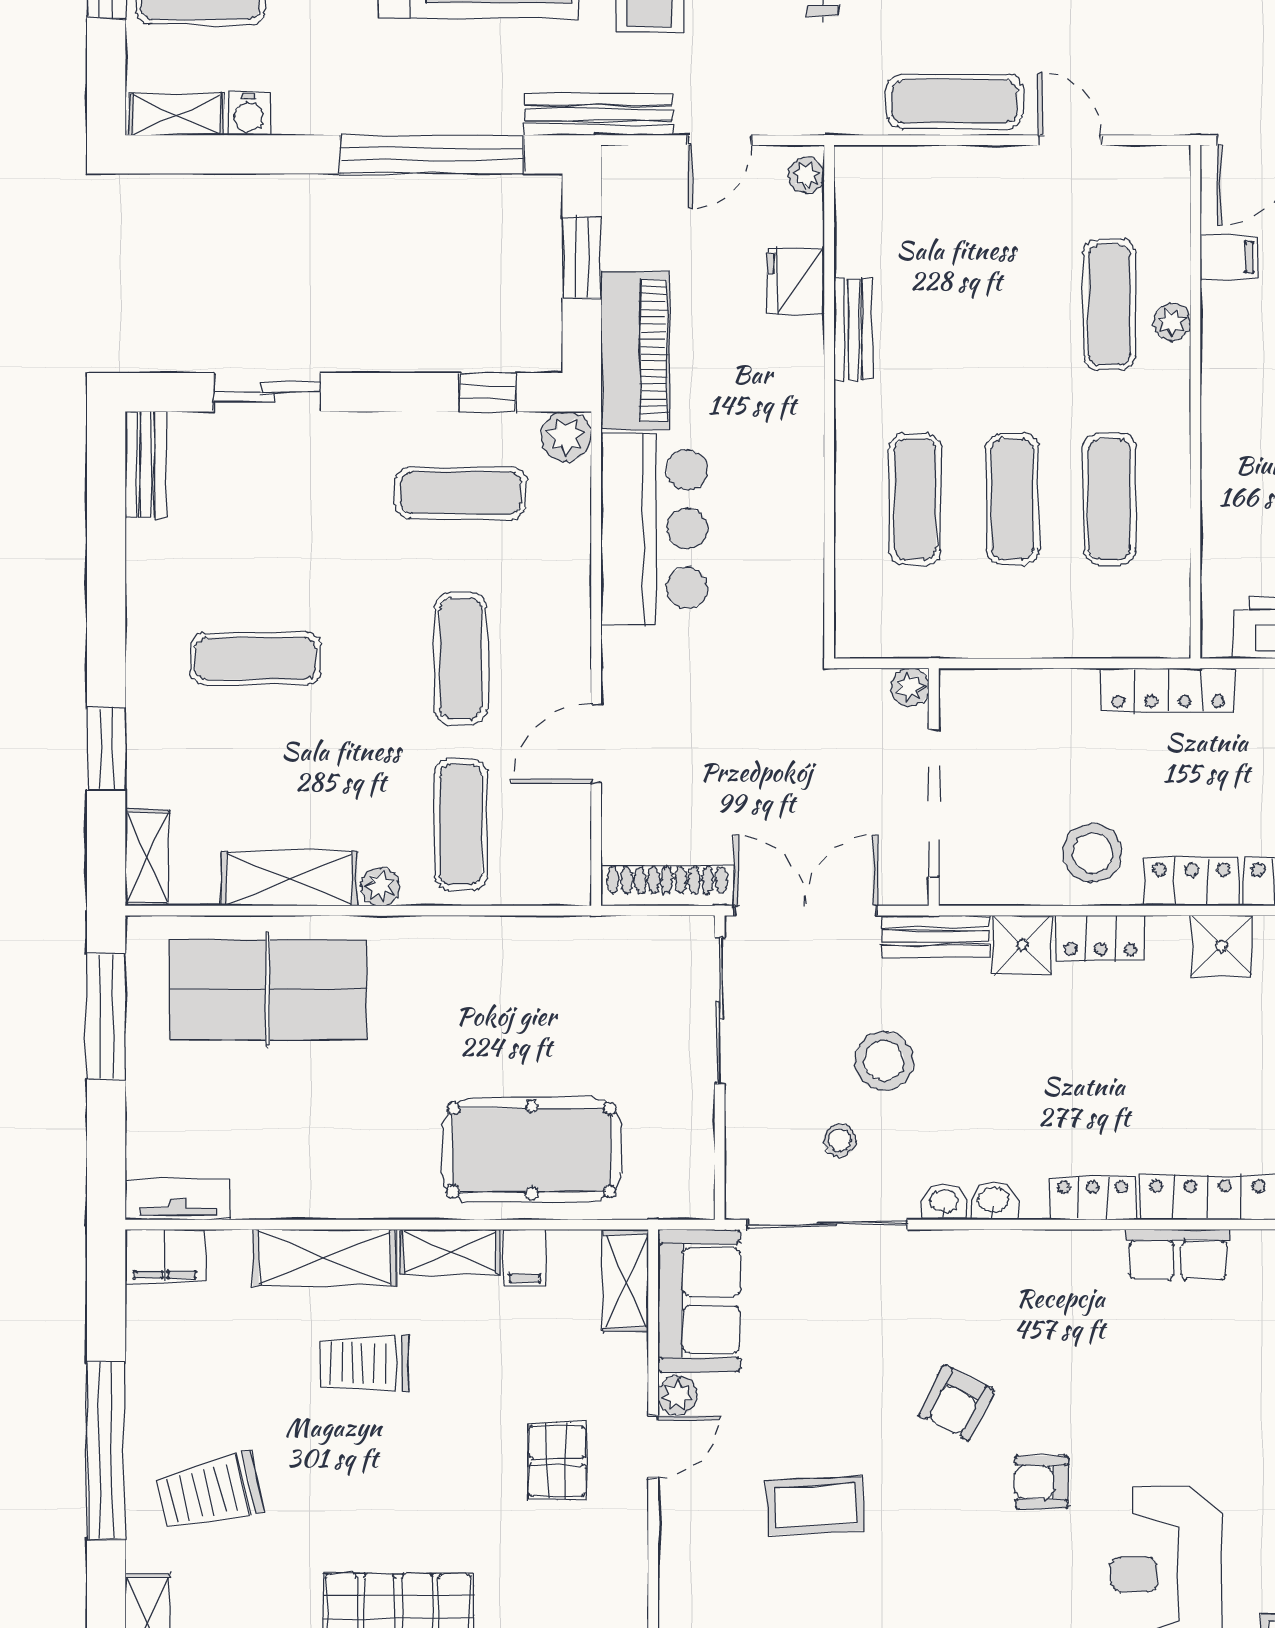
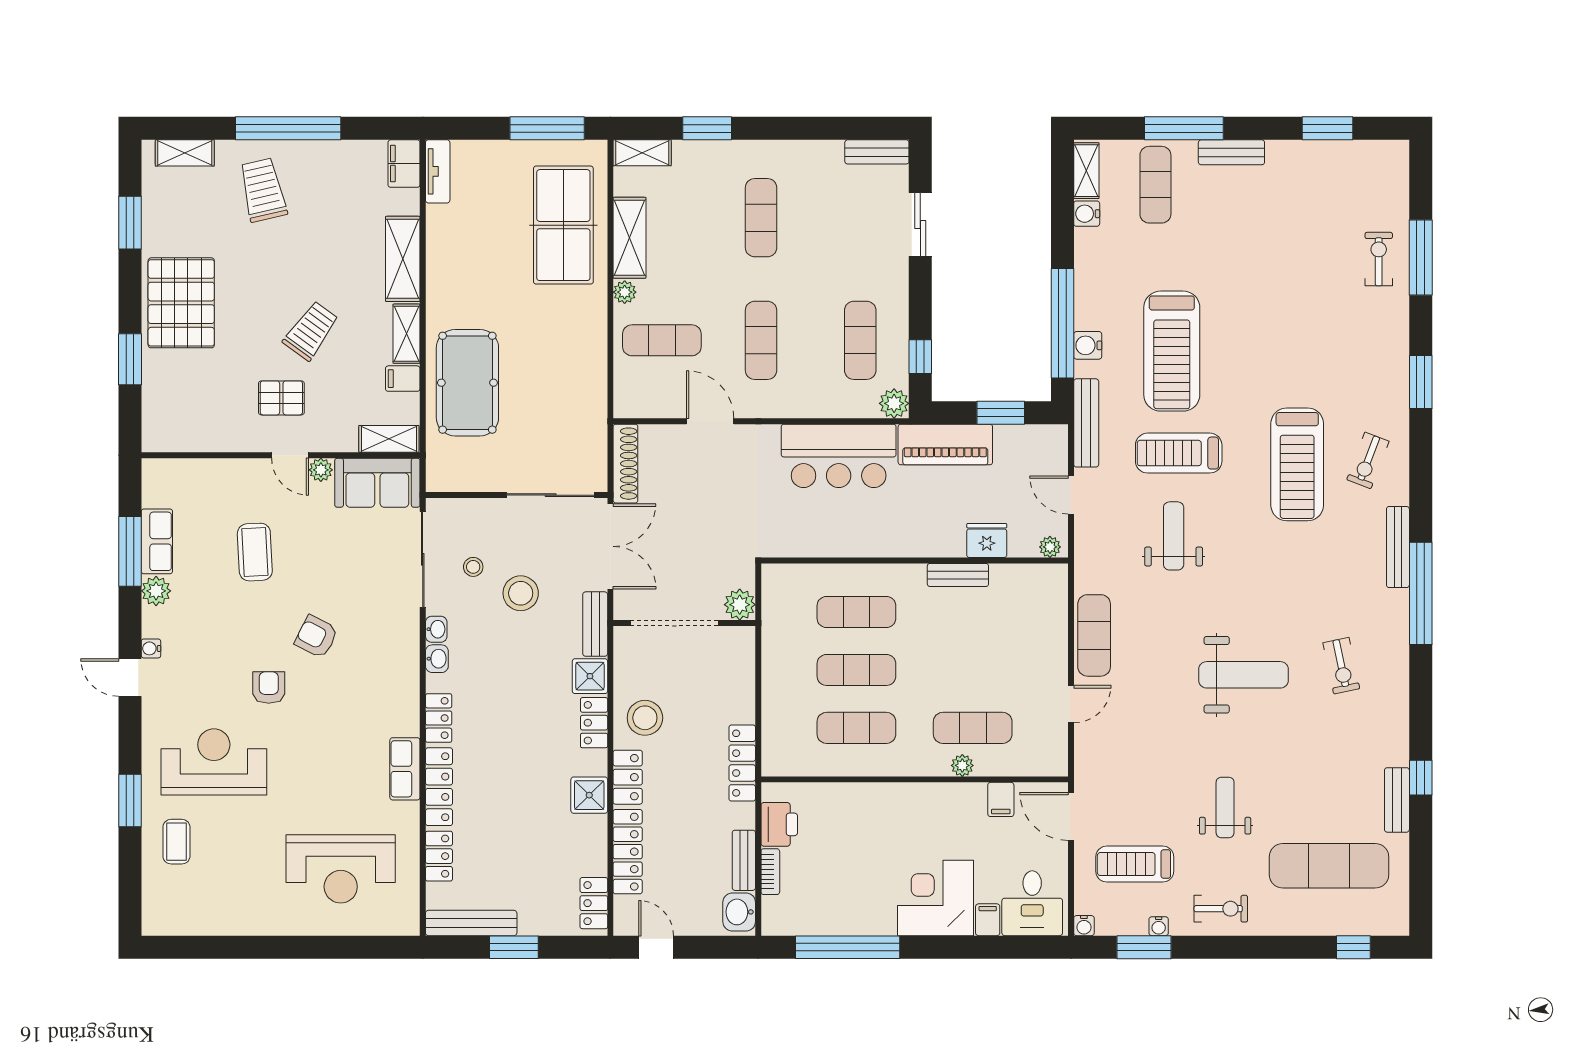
water cooler: (469, 112) -> (1088, 345), added
exercise mat: (461, 659) -> (761, 340), turned 90
plant: (910, 687) -> (740, 605), width x1.38, depth x1.38
trolley: (364, 1363) -> (311, 331), moved, turned 36

